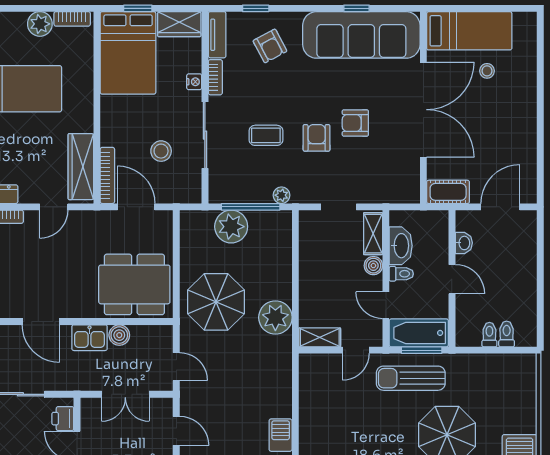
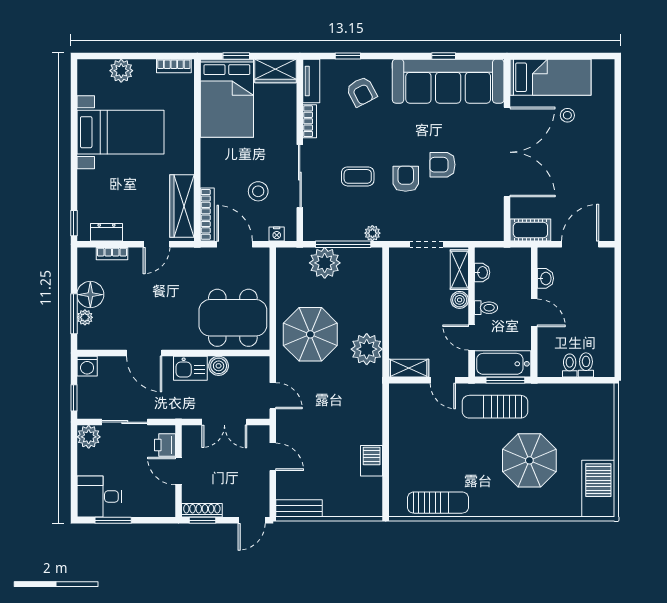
plant: (40, 24) -> (121, 71), moved
nightstand: (194, 82) -> (277, 234), moved, turned 90
washbasin: (401, 246) -> (482, 272), width x0.52, depth x0.69
door: (356, 350) -> (443, 380), hinge flipped

